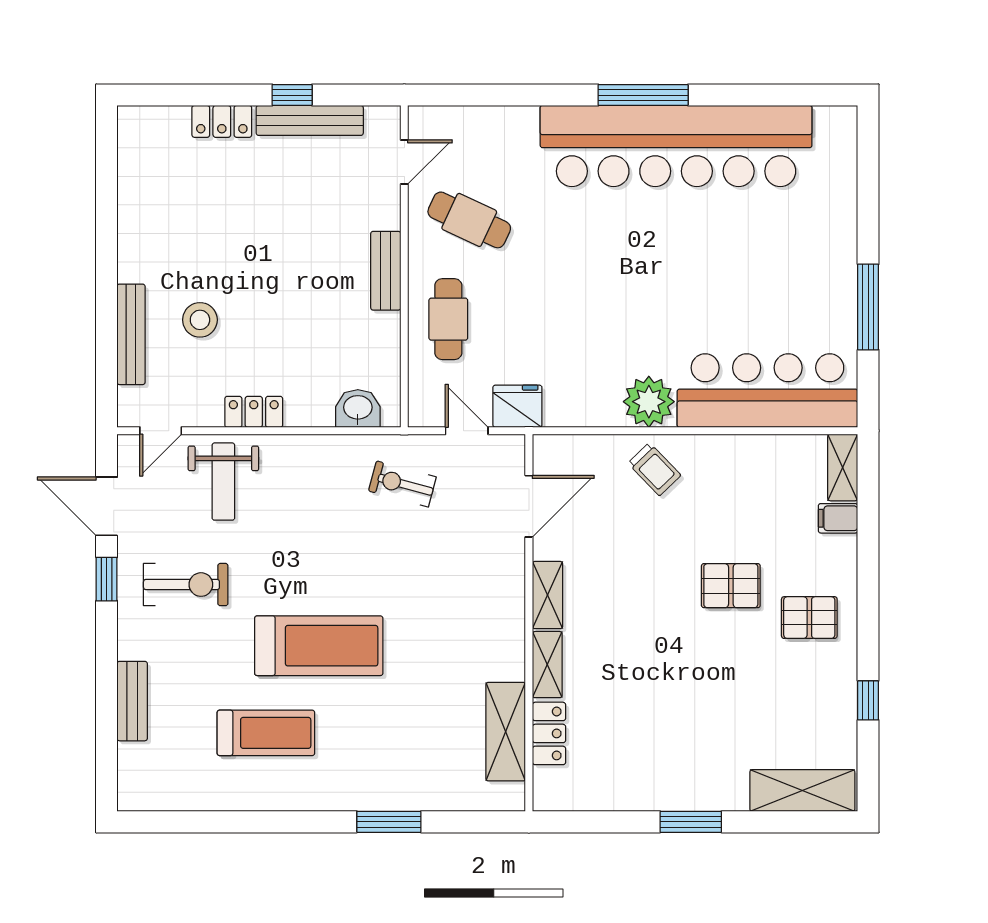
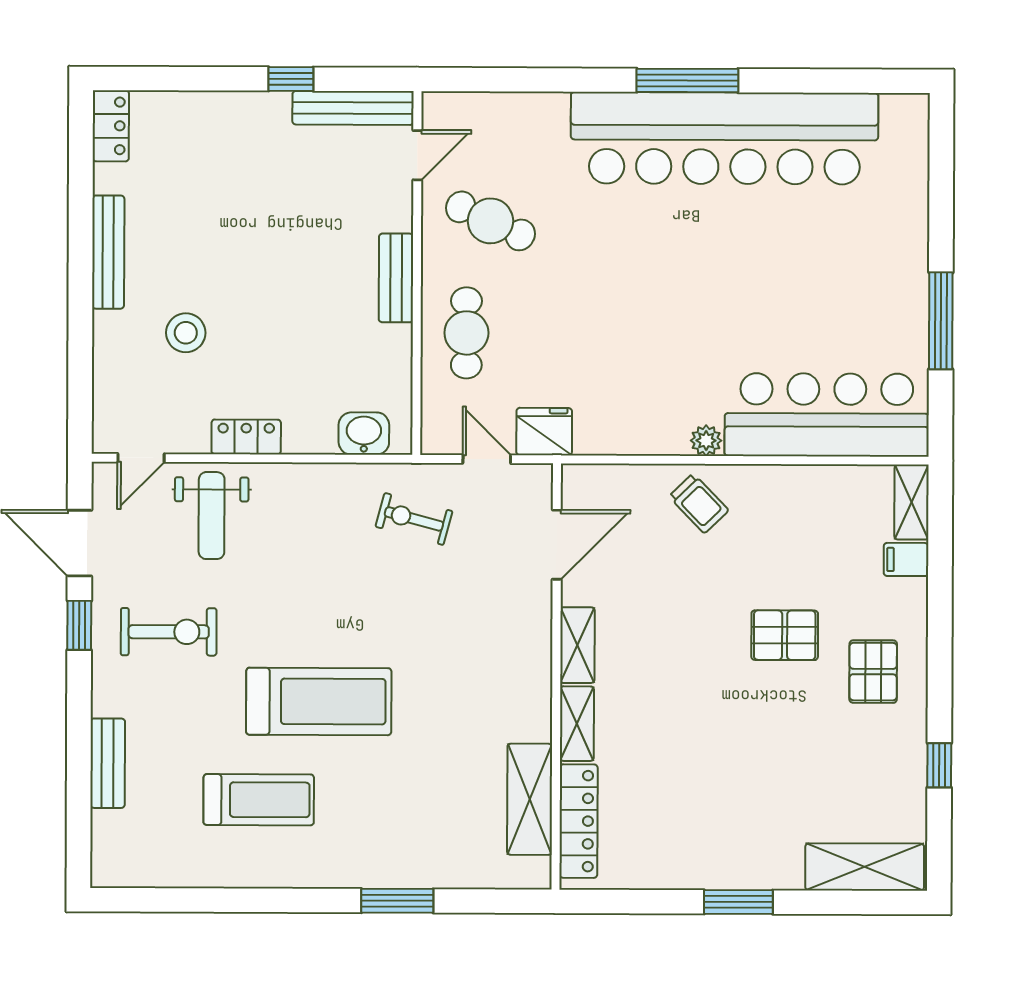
bench: (310, 120) -> (353, 108), moved
locker: (222, 121) -> (111, 126), moved, turned -90
bench: (131, 334) -> (108, 252), moved
plant: (649, 402) -> (706, 441), width x0.53, depth x0.53
pallet: (809, 618) -> (873, 672), turned 90
locker: (549, 733) -> (578, 821), width x1.53

